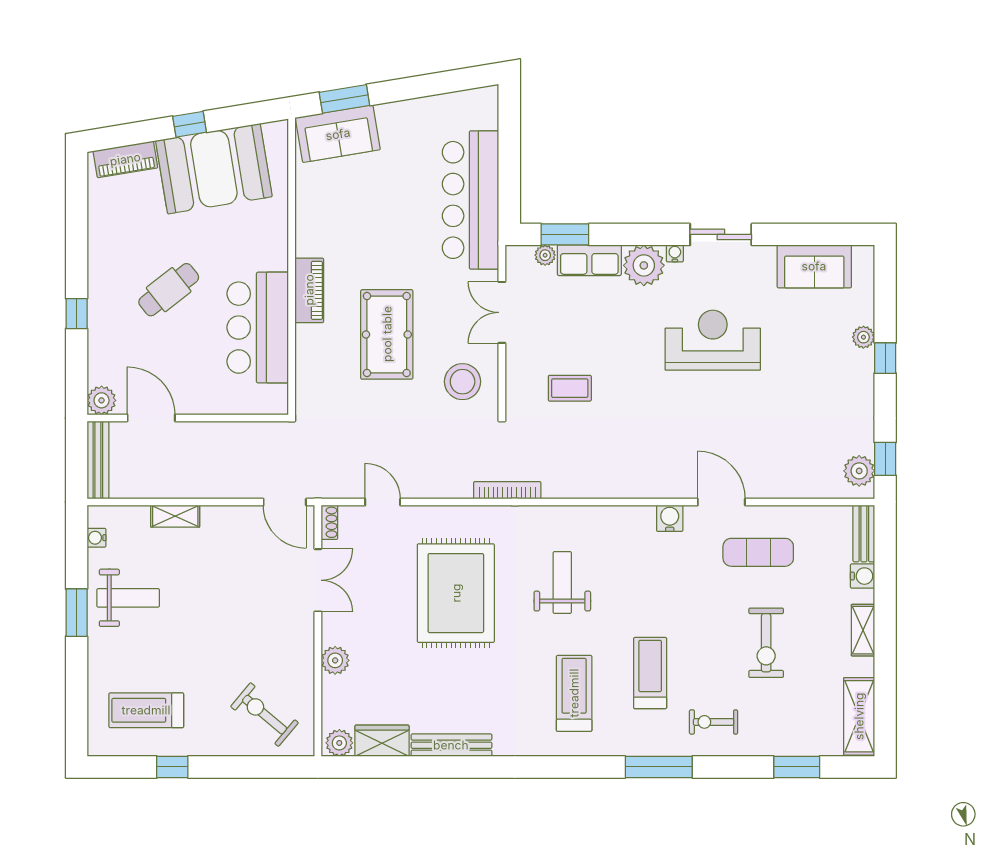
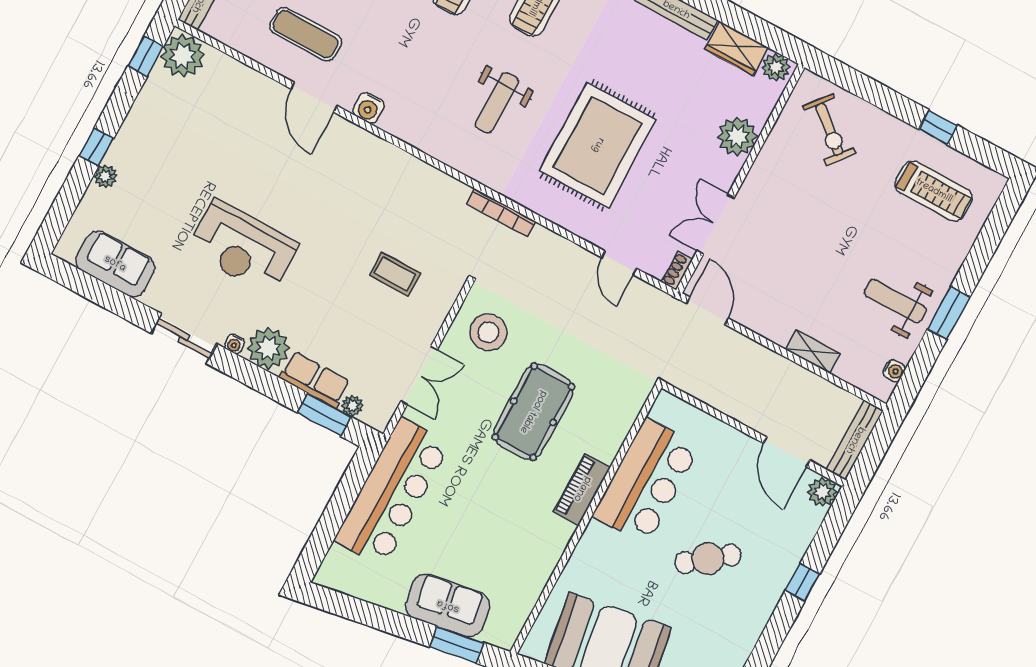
sofa: (338, 134) -> (448, 606), moved
plant: (859, 471) -> (183, 56), width x1.36, depth x1.36
plant: (335, 660) -> (737, 137), width x1.36, depth x1.36

